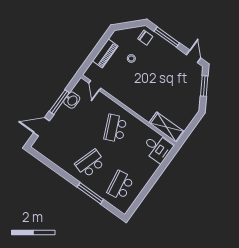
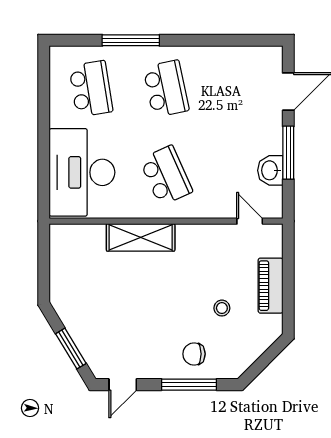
chair: (145, 38) -> (194, 354), moved
door: (194, 56) -> (123, 385), hinge flipped
shelving: (167, 127) -> (141, 237), moved
desk: (157, 148) -> (82, 172), width x1.87, depth x1.30
school desk: (90, 163) -> (166, 89), turned -30

